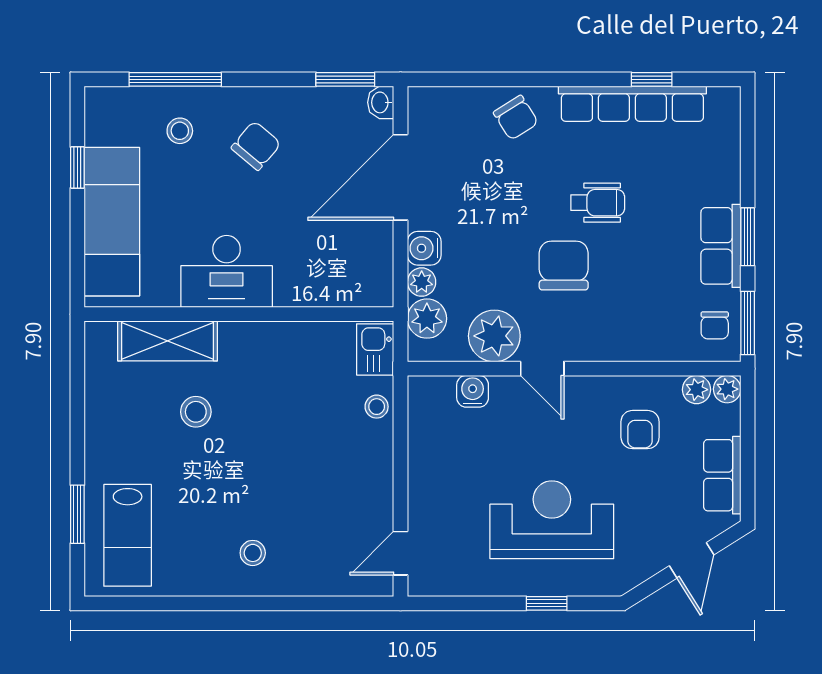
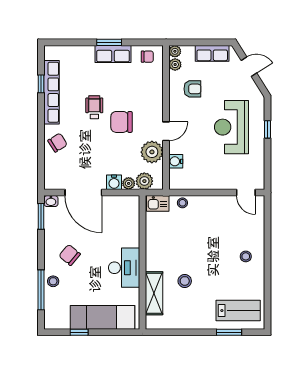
stool: (180, 131) -> (53, 281), moved
window: (748, 323) -> (146, 42), removed

